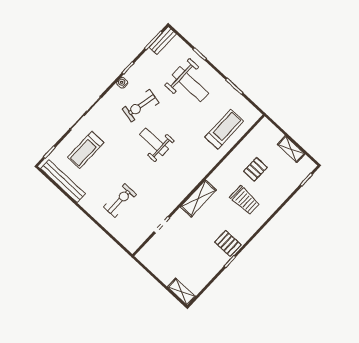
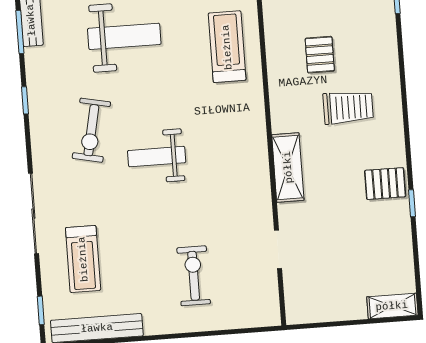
water cooler: (122, 83) -> (38, 126), removed

